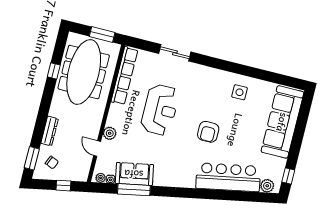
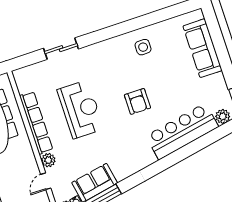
row of seats: (124, 76) -> (36, 123), moved
sofa: (282, 122) -> (203, 48), width x0.74, depth x0.79
door: (97, 148) -> (46, 181), hinge flipped

